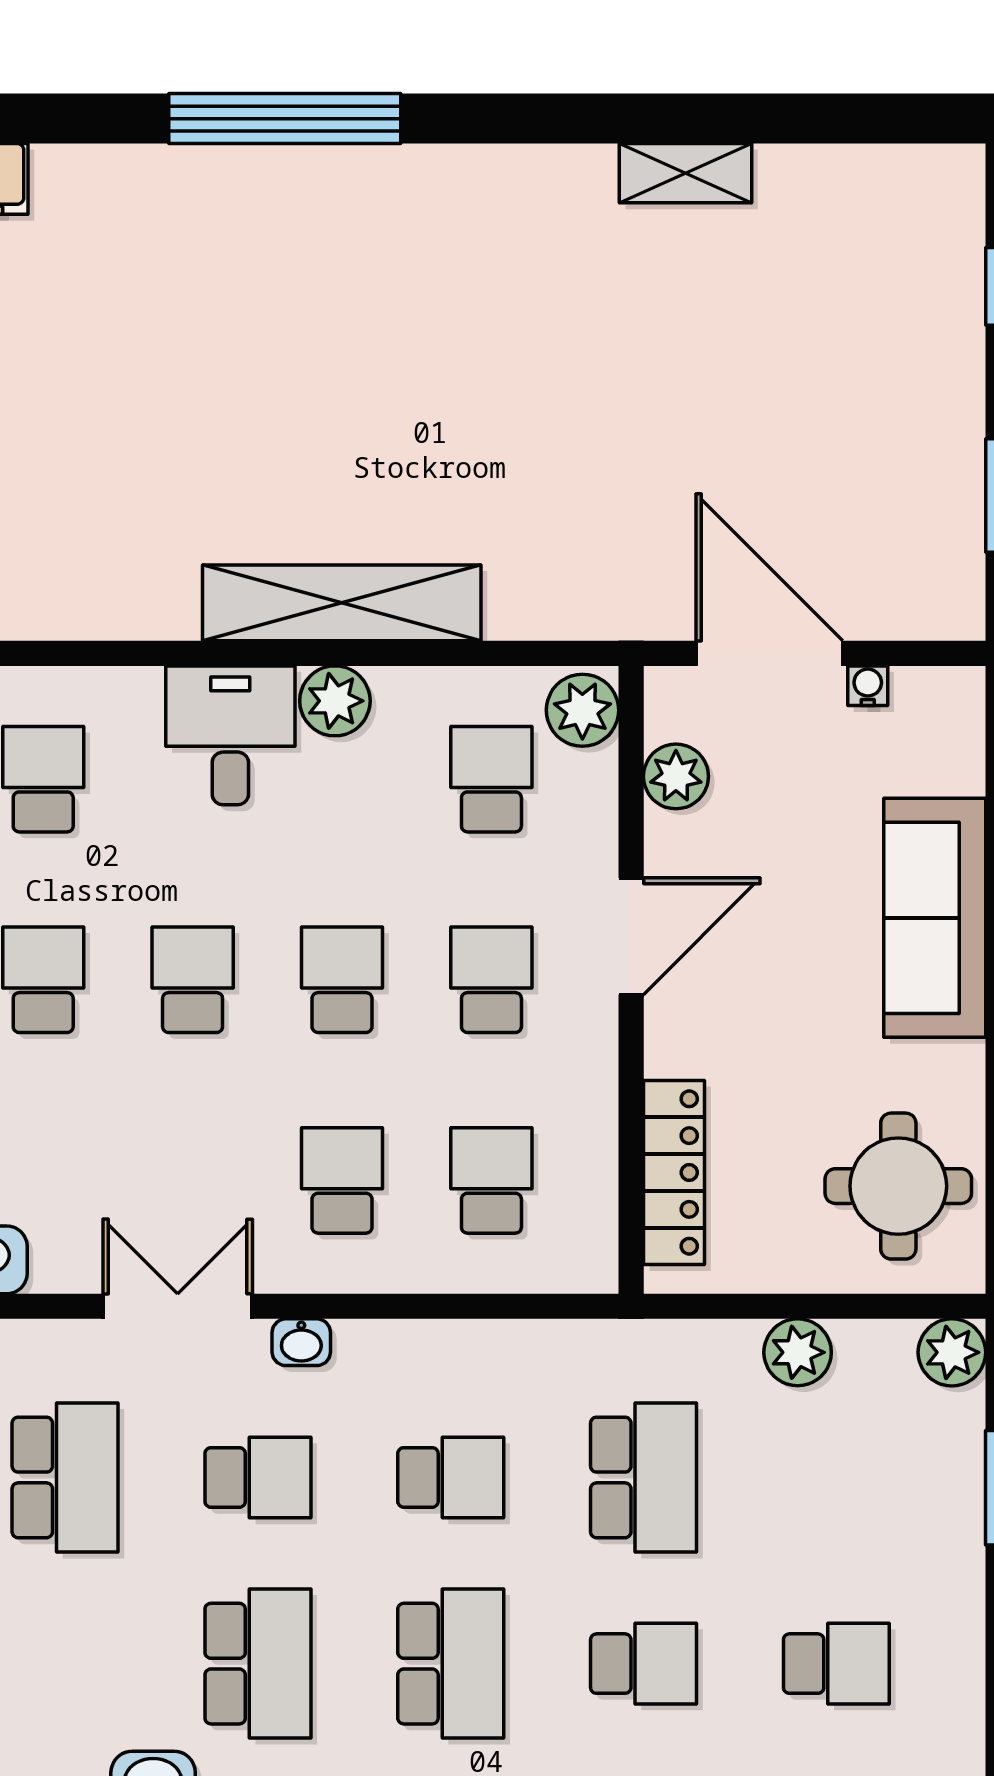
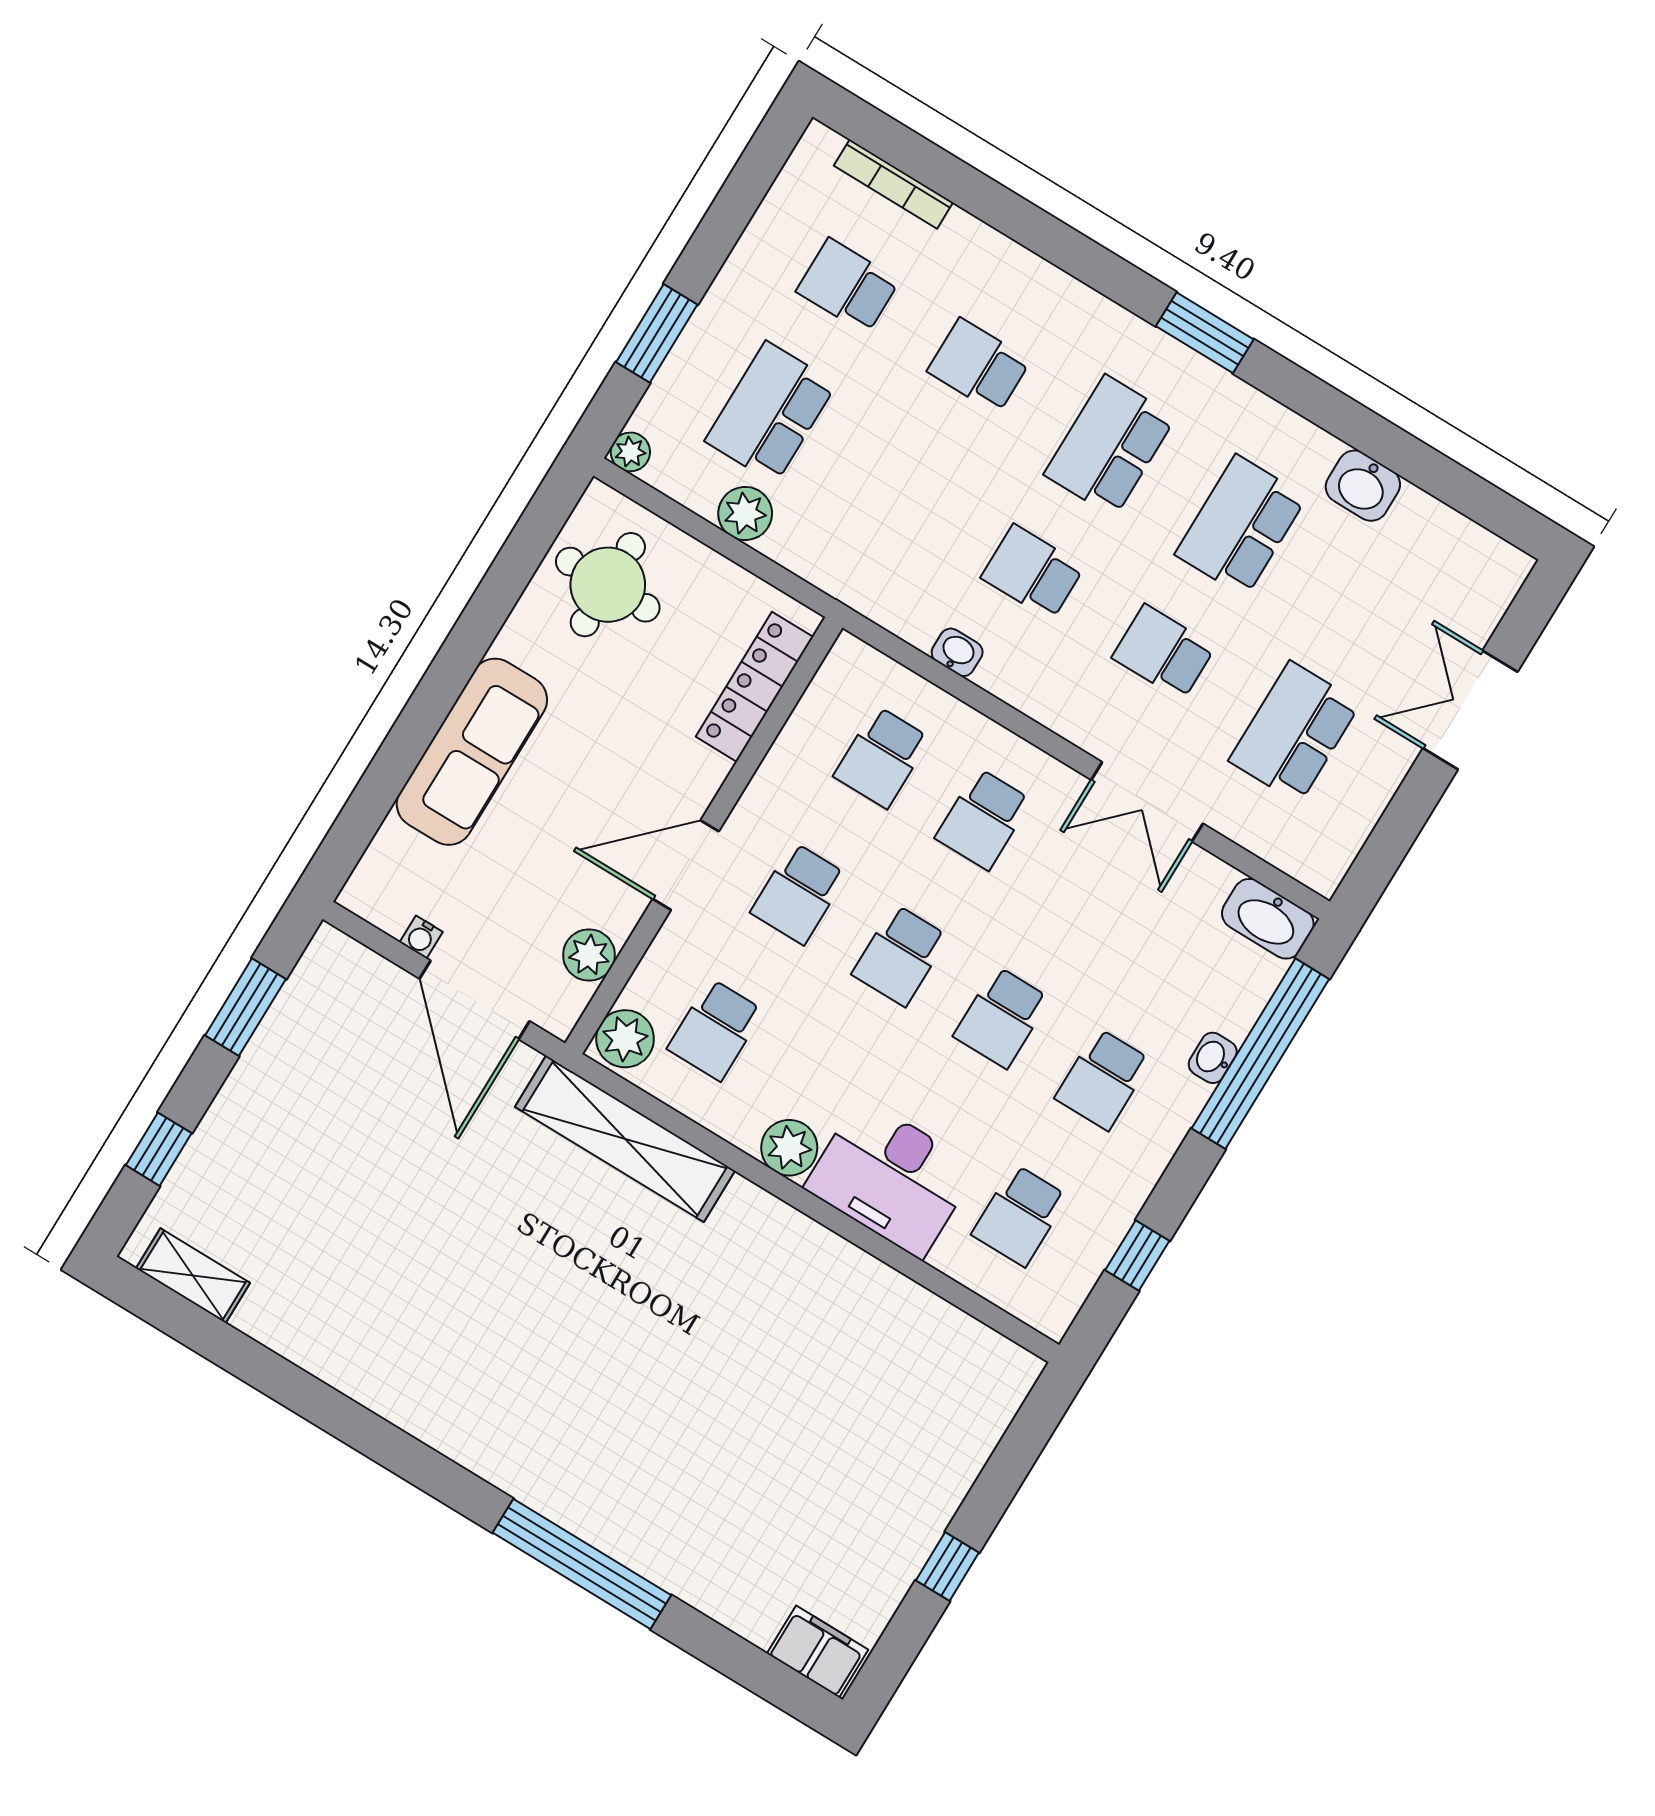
shelving: (686, 173) -> (193, 1276), moved
shelving: (342, 603) -> (625, 1139), moved
desk: (230, 735) -> (891, 1178), width x1.37
washbasin: (301, 1342) -> (957, 652), moved
plant: (952, 1352) -> (630, 452), width x0.73, depth x0.73
school desk: (644, 1477) -> (771, 412), moved

